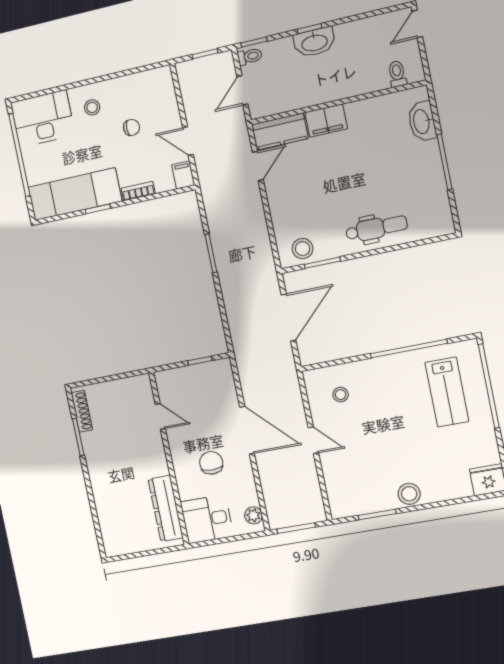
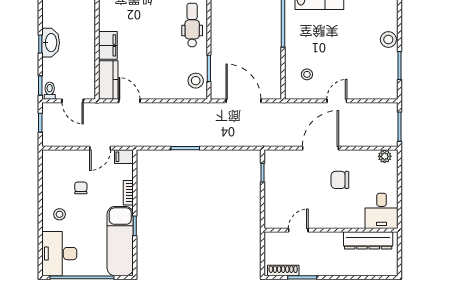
door: (160, 416) -> (298, 230), moved
wall: (169, 459) -> (331, 230), moved
dresser: (166, 508) -> (368, 240), moved
desk: (207, 519) -> (382, 211), moved

